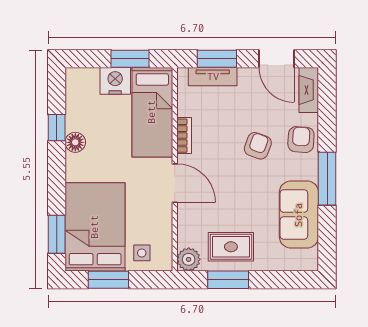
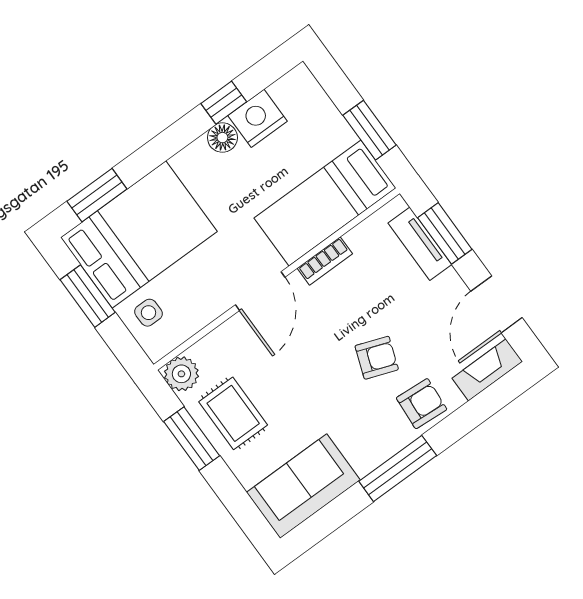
nightstand: (115, 81) -> (258, 118), moved, turned -90
sofa: (299, 215) -> (303, 486), moved

